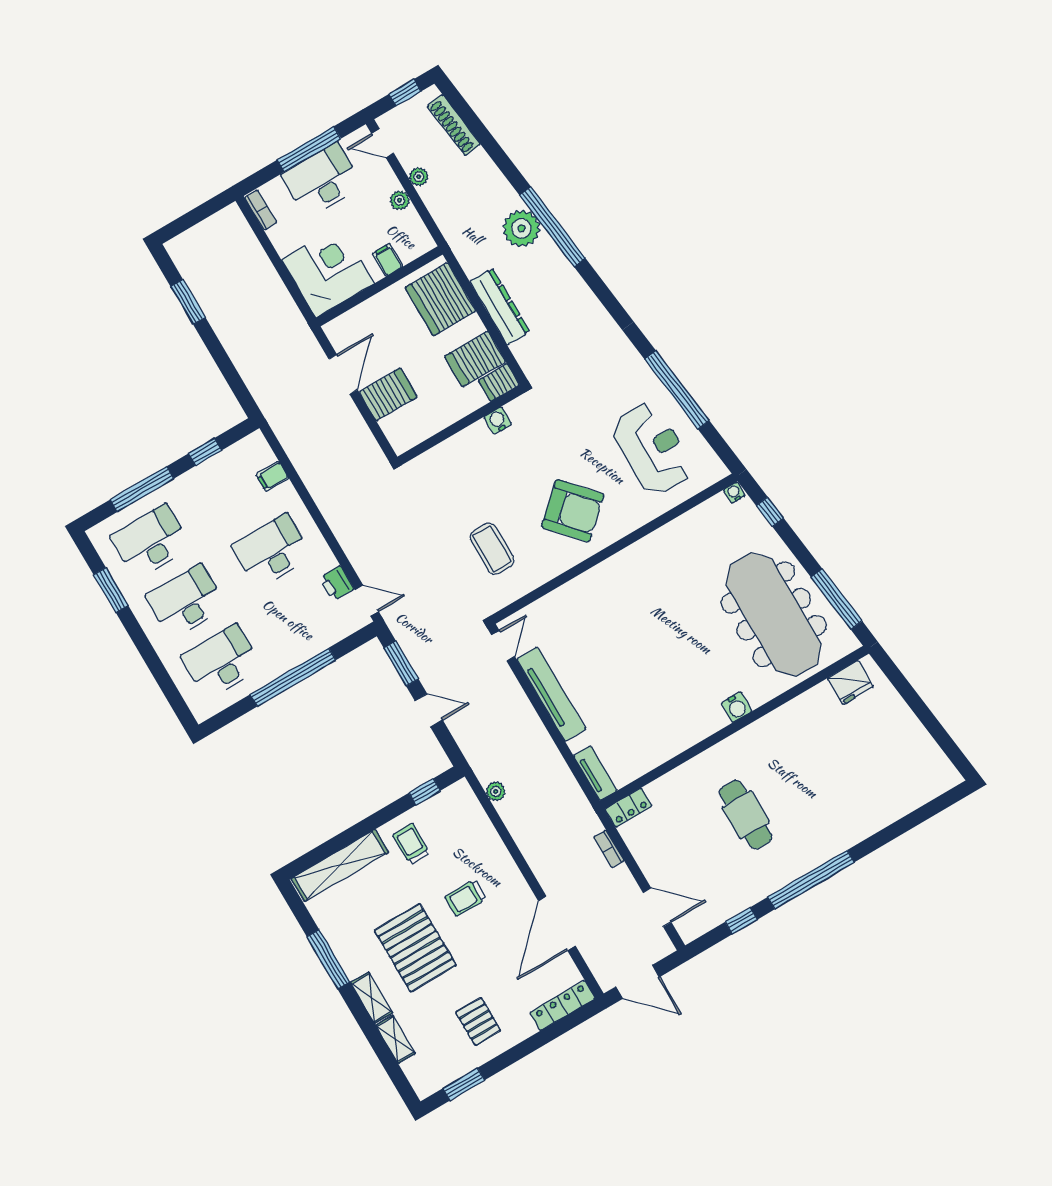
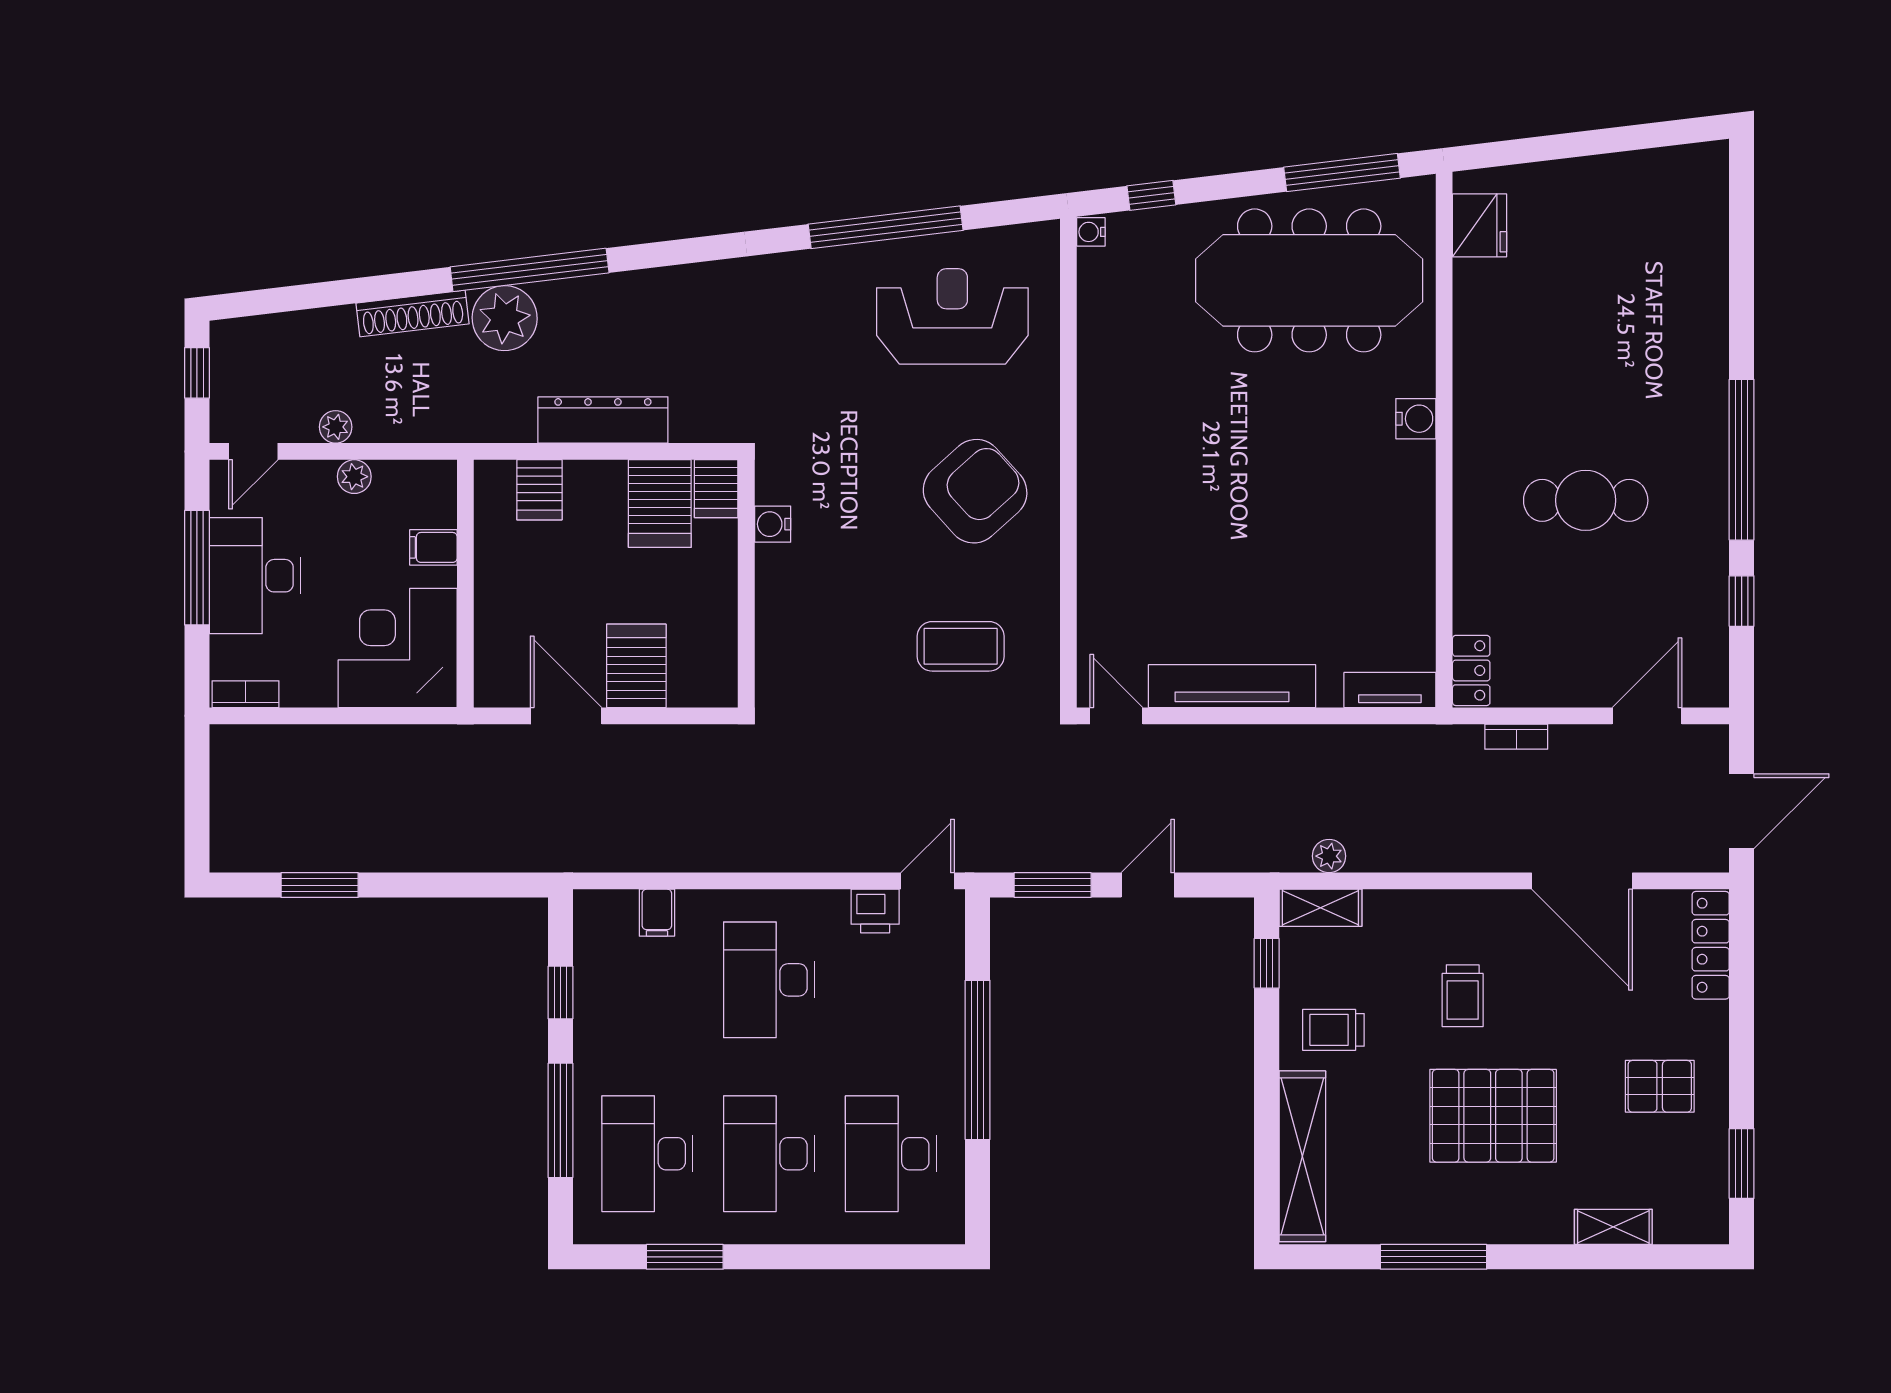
shoe rack: (454, 125) -> (413, 313), moved
server rack: (440, 299) -> (539, 490), width x0.46, depth x0.70
shelving: (372, 998) -> (1320, 908), moved

